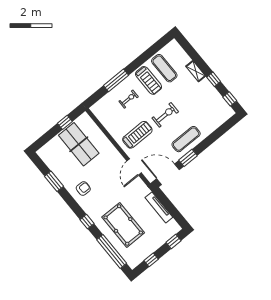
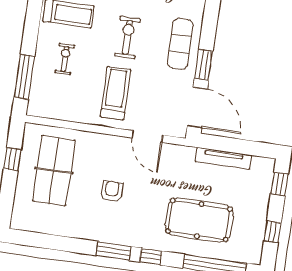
window: (116, 80) -> (24, 77), moved
table tennis table: (79, 144) -> (54, 170), turned 90
door: (168, 174) -> (197, 107), swing flipped
window: (54, 181) -> (114, 251), moved
armchair: (83, 189) -> (112, 191), moved

